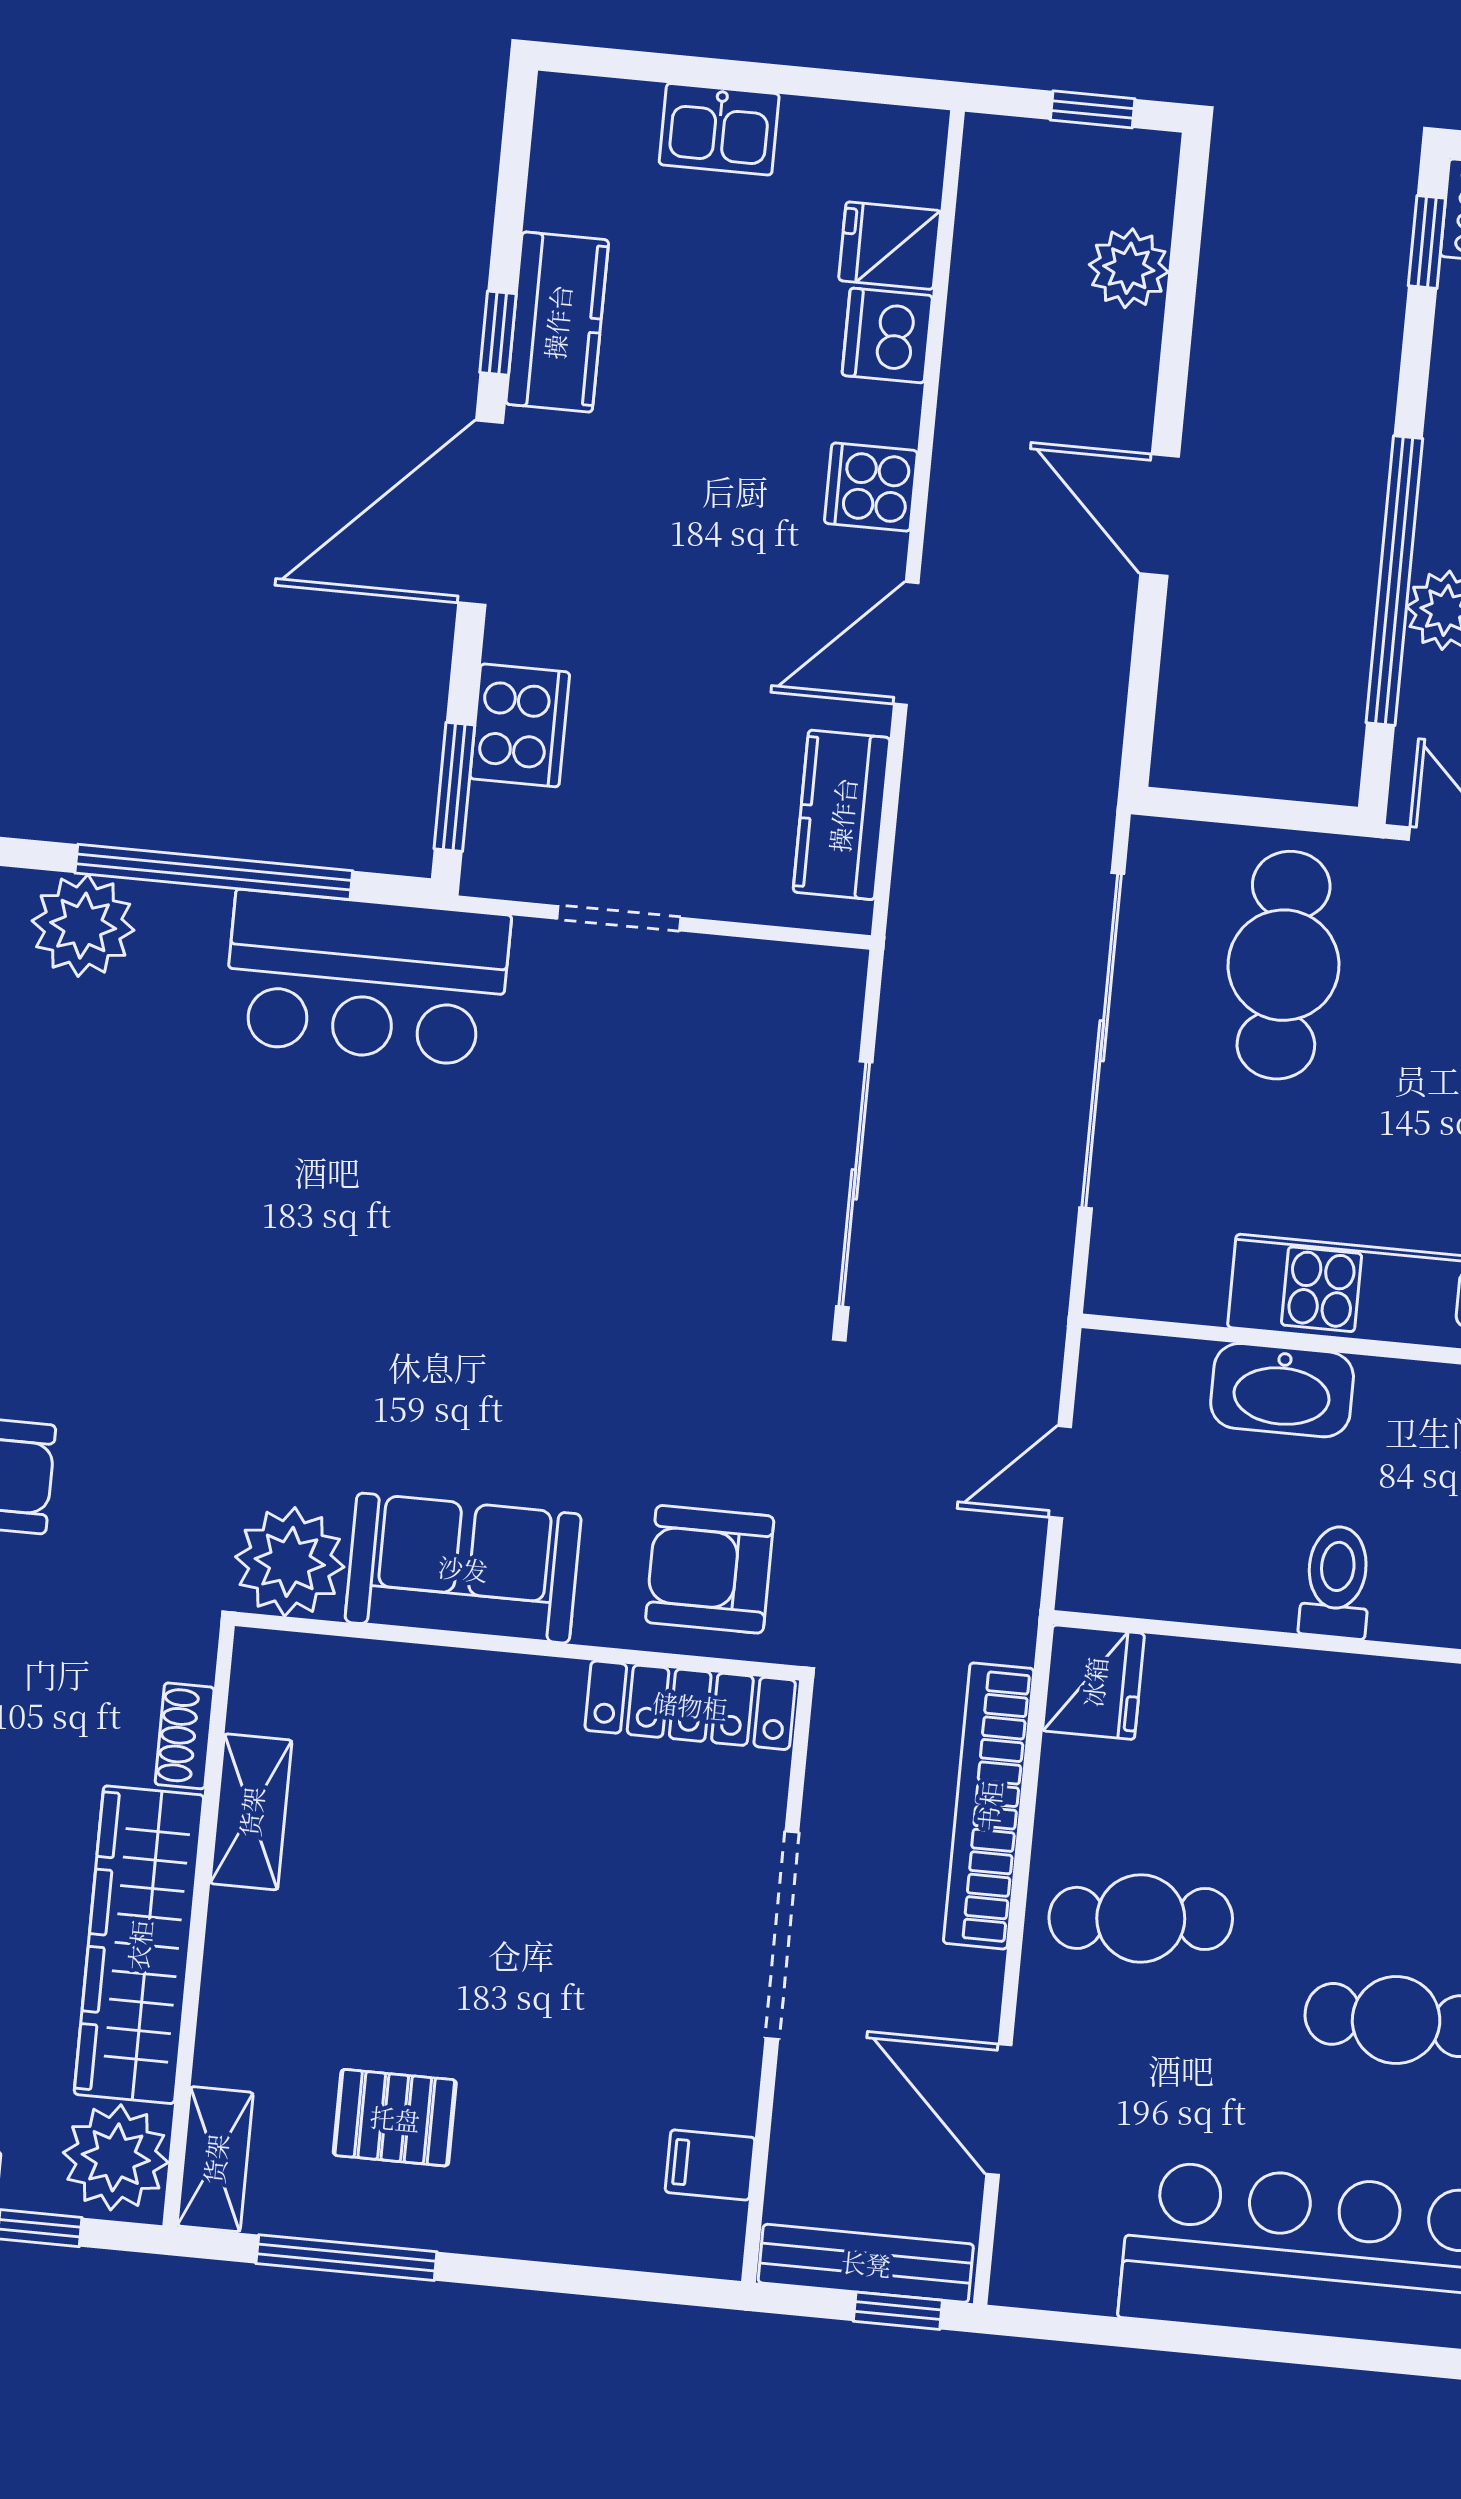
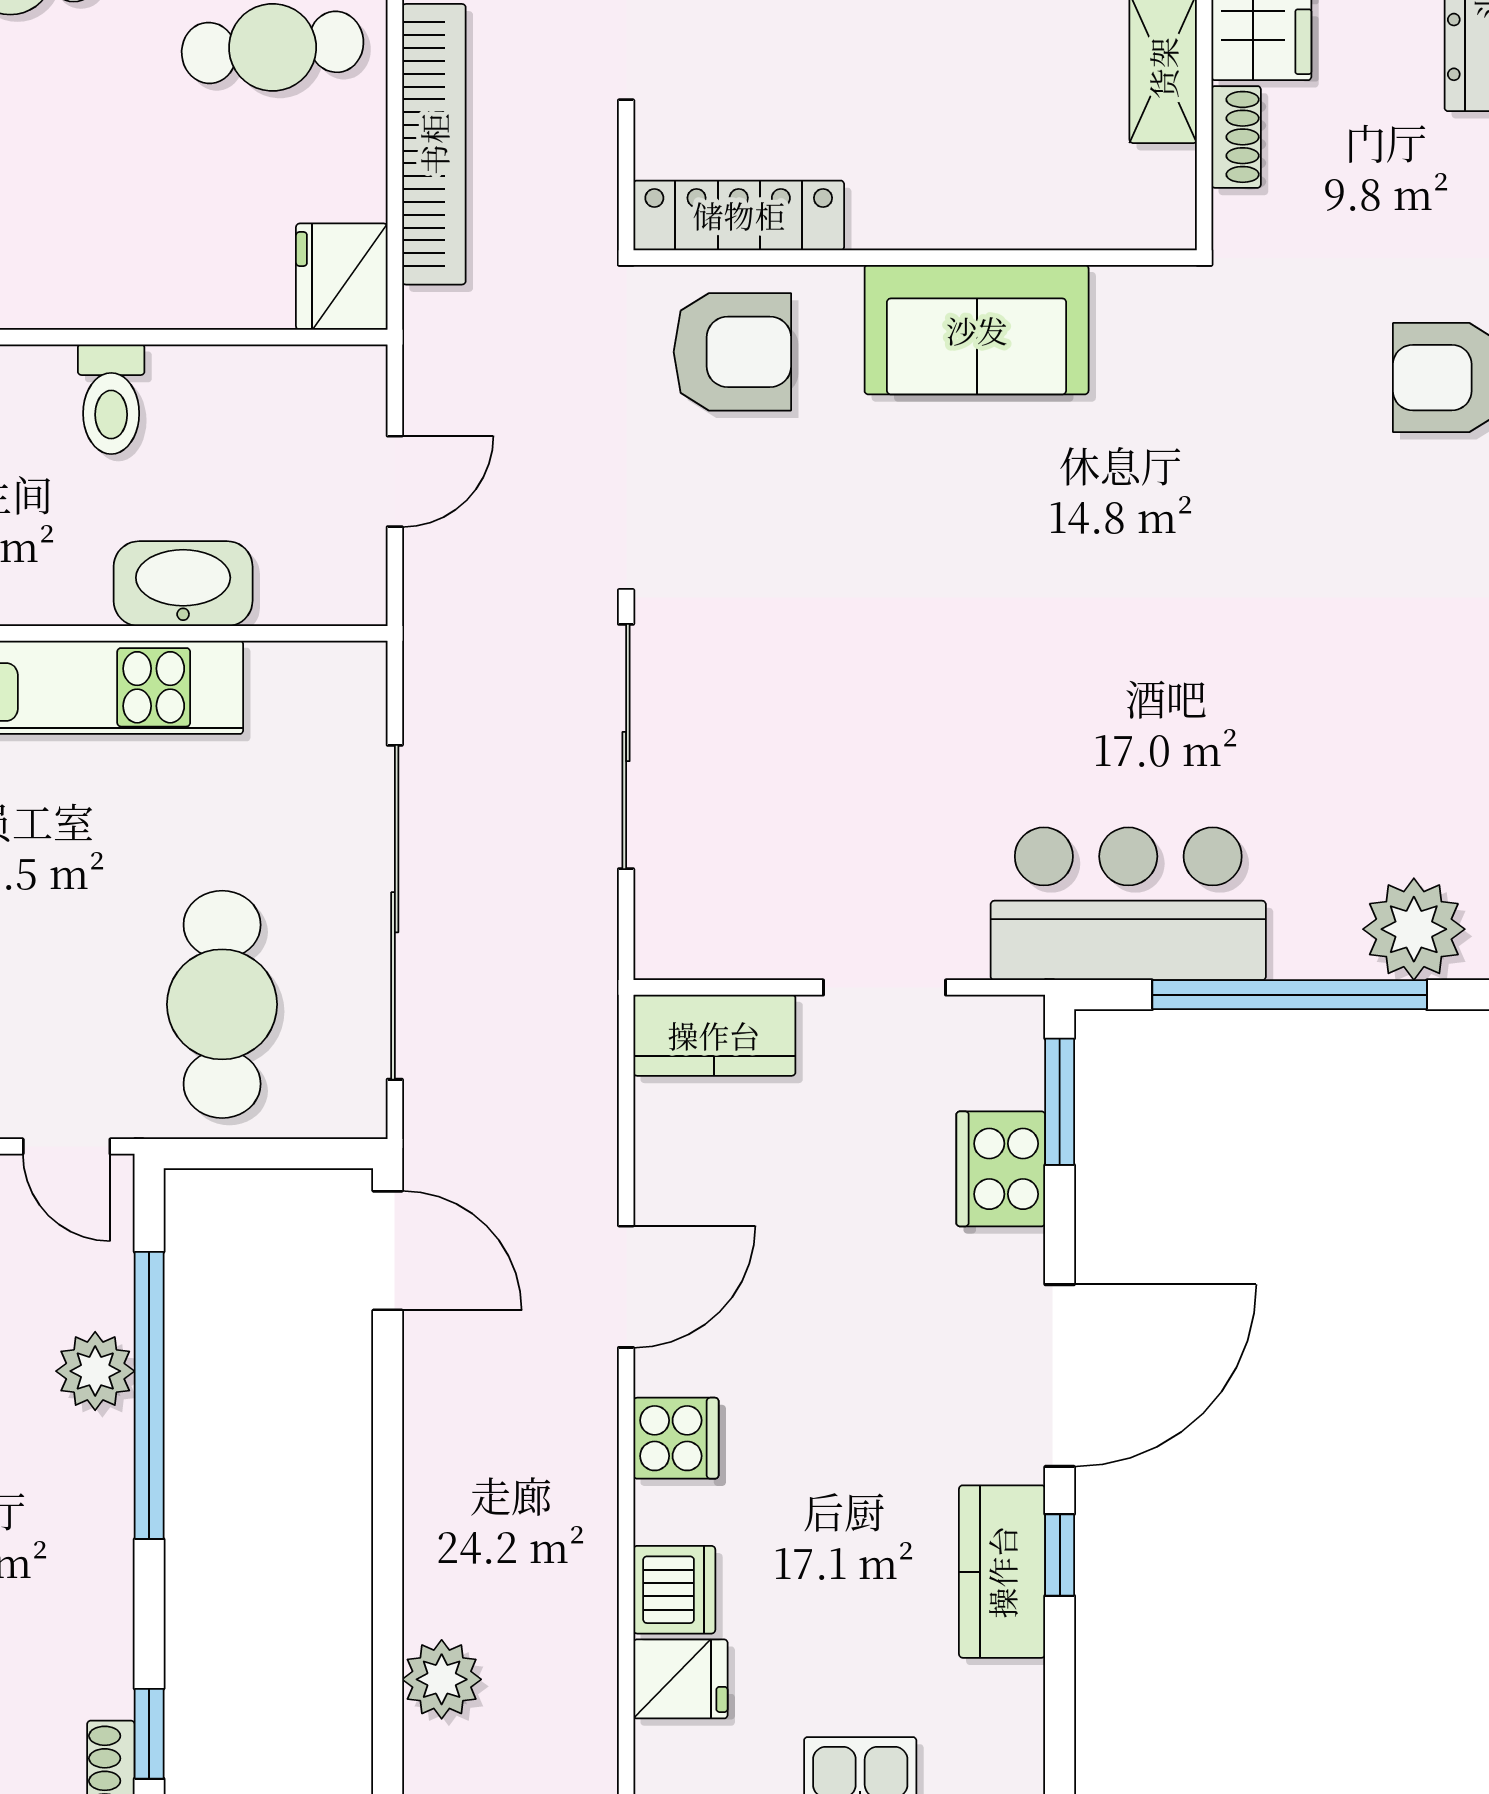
door: (1160, 515) -> (388, 1251), moved
kitchen counter: (842, 815) -> (714, 1035), moved, turned 90
plant: (290, 1562) -> (1149, 319), removed

